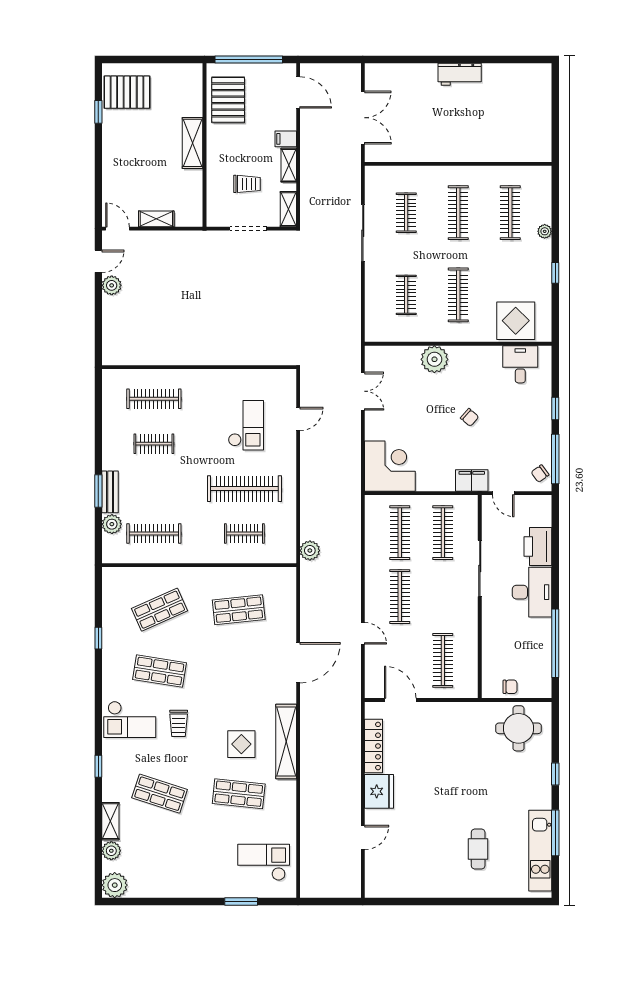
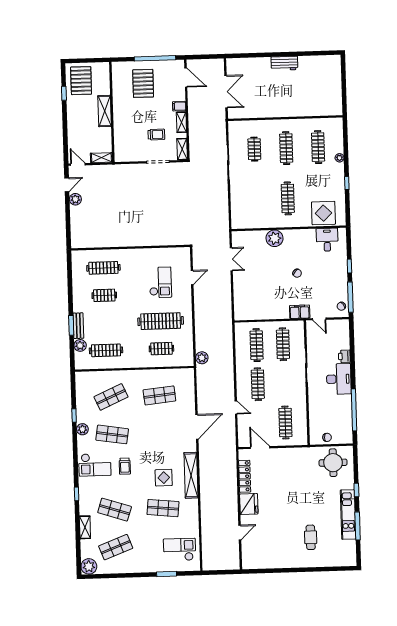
pallet: (127, 92) -> (81, 81), turned 90
shelving: (193, 143) -> (105, 111), moved
wall: (205, 145) -> (112, 112), moved
clothes rail: (406, 295) -> (256, 199), removed
corner desk: (390, 466) -> (249, 305), removed
printer: (538, 547) -> (344, 356), width x0.53, depth x0.68
plant: (111, 851) -> (82, 429), moved
kitchen unit: (540, 851) -> (348, 514), moved
shop shelf: (160, 855) -> (116, 547), added

